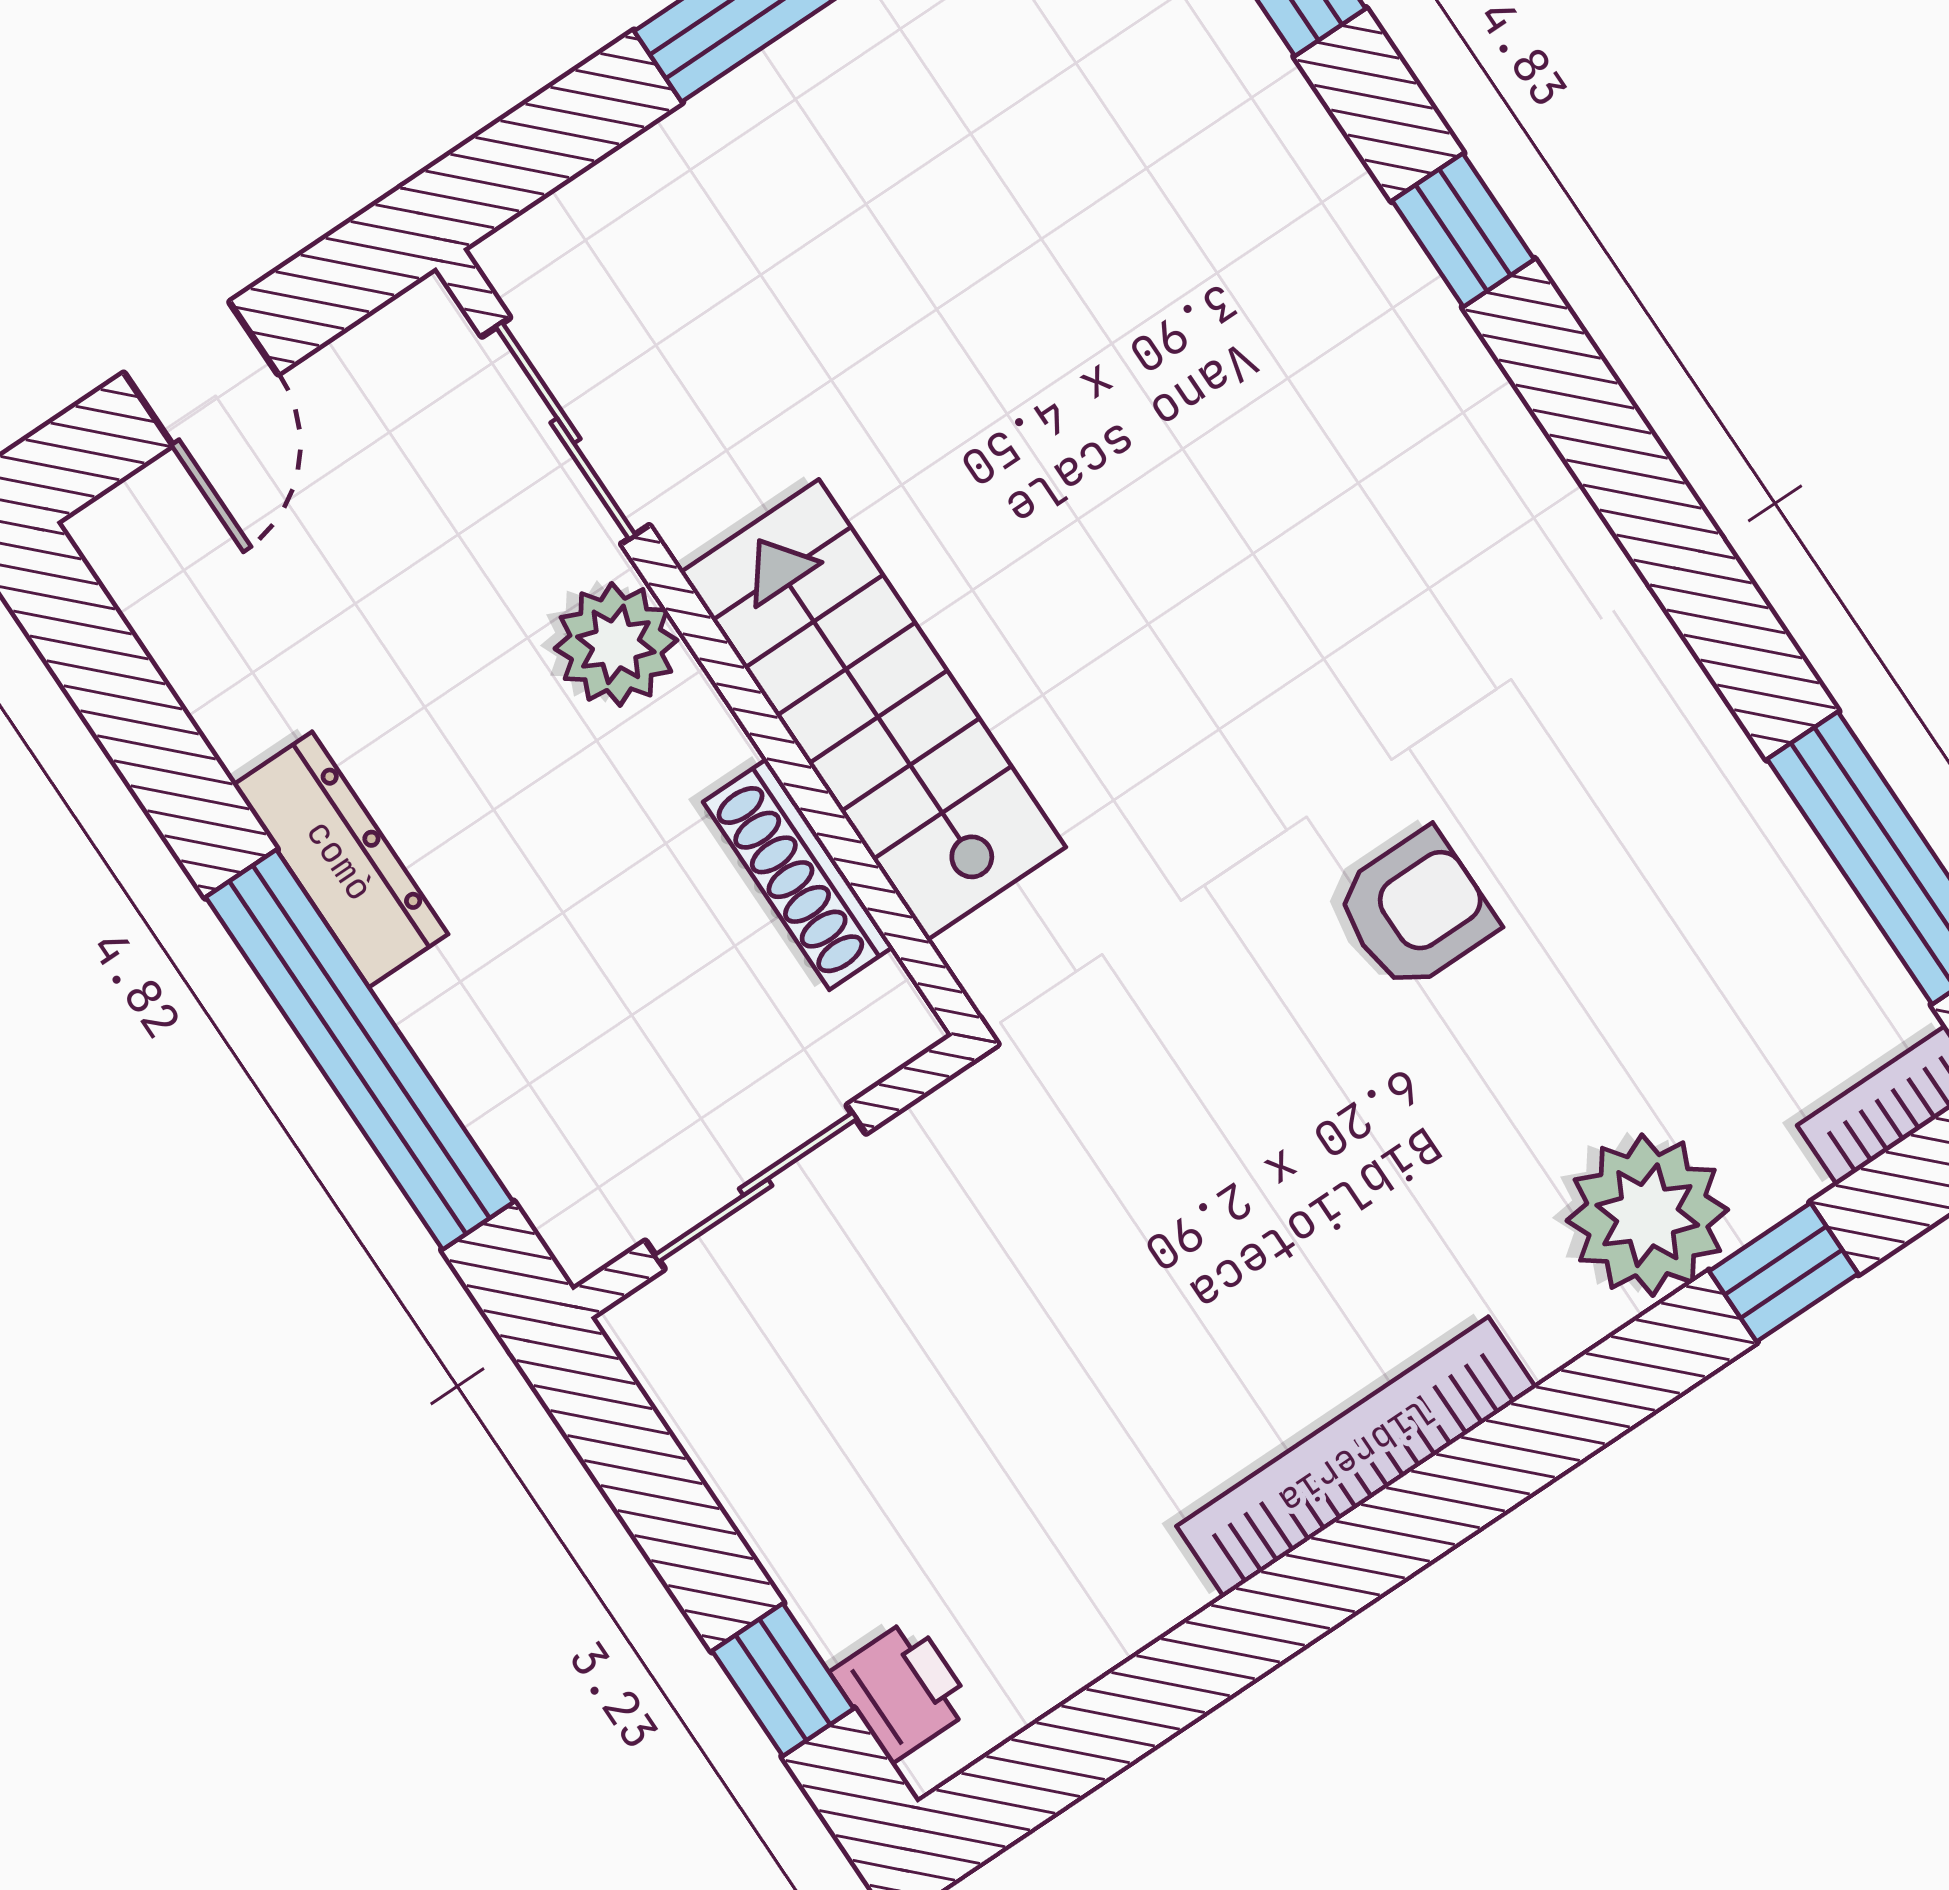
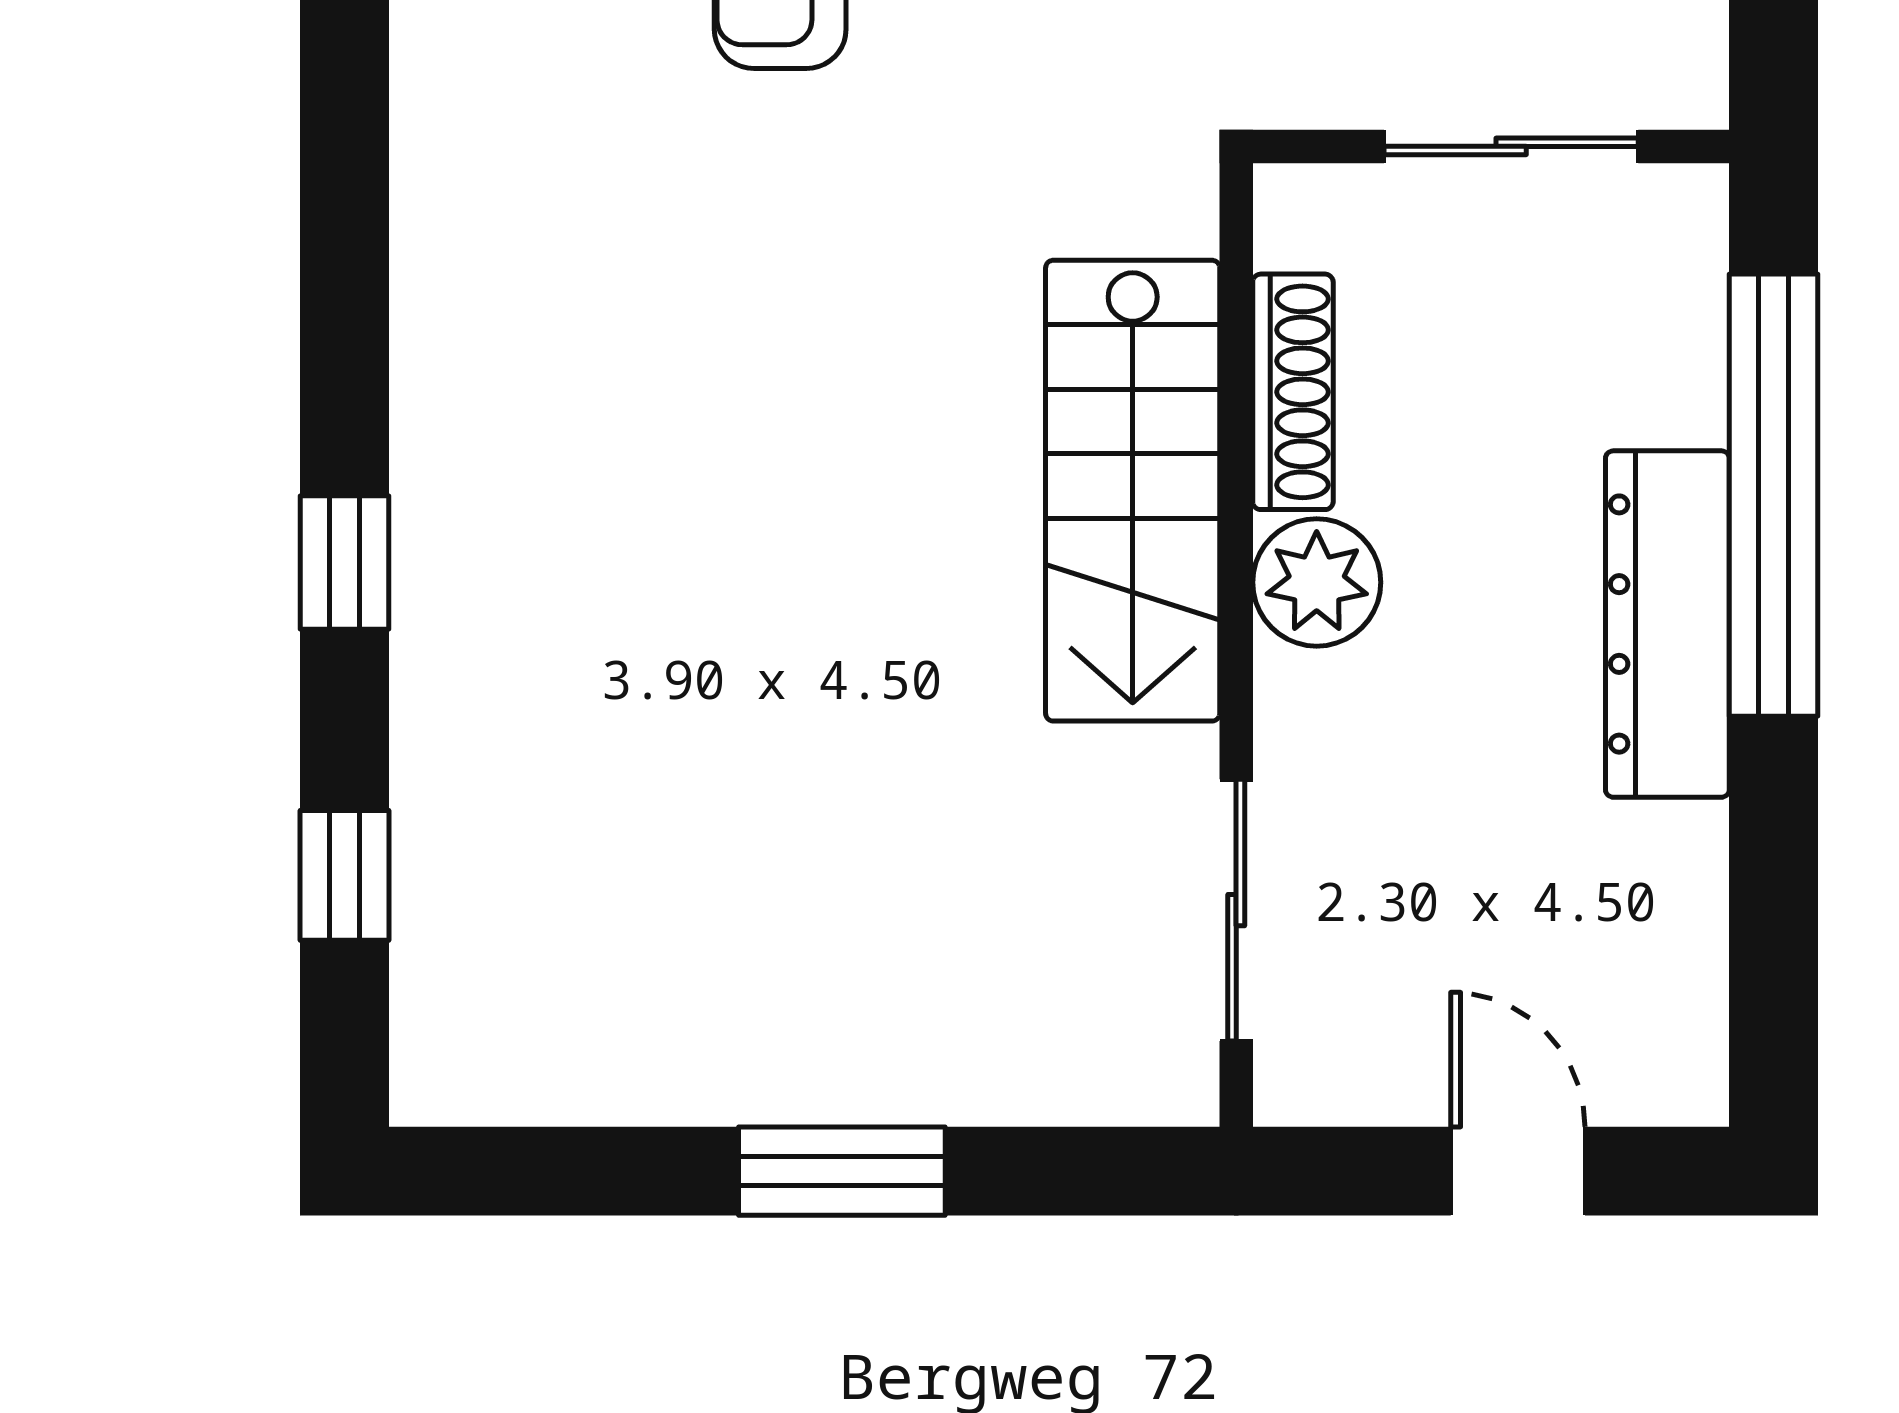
door: (201, 373) -> (1518, 1171), hinge flipped
plant: (616, 644) -> (1317, 582), moved
dresser: (340, 860) -> (1667, 624), width x1.37, depth x1.24

